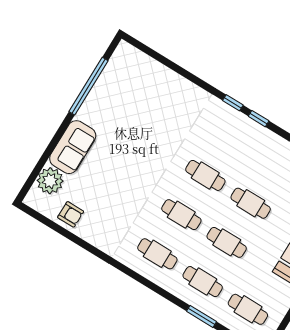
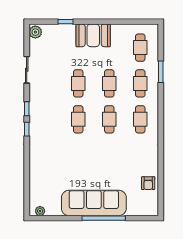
window: (88, 86) -> (104, 218), moved
sofa: (73, 147) -> (94, 203), width x1.85, depth x1.27
plant: (50, 181) -> (40, 211), moved, width x0.53, depth x0.53
armchair: (71, 214) -> (148, 183), turned 180

